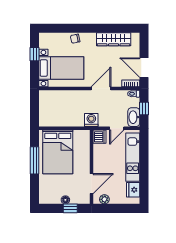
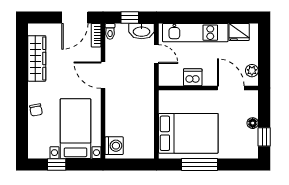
washing machine: (91, 120) -> (114, 146), moved, turned 180
dishwasher: (99, 137) -> (193, 77), moved
window: (70, 208) -> (264, 137), moved

